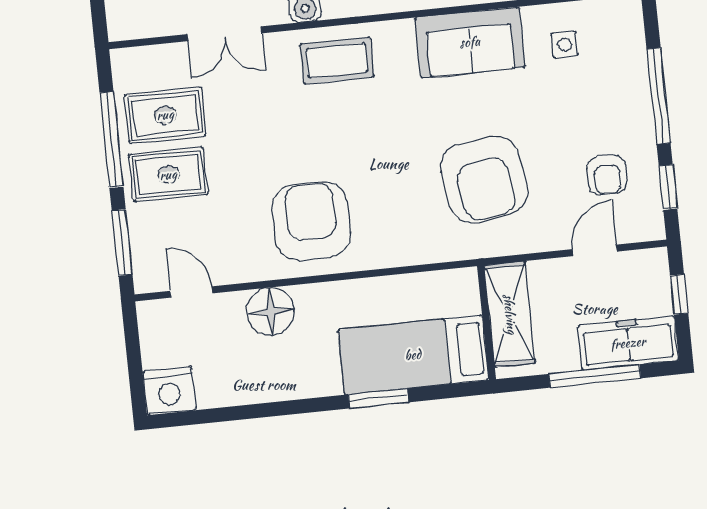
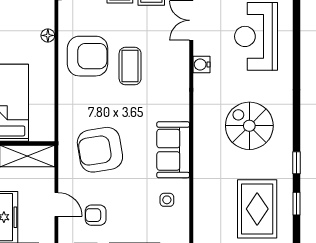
coffee table: (337, 61) -> (130, 66), moved
floor lamp: (270, 311) -> (48, 35), width x0.53, depth x0.53

